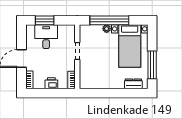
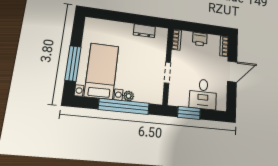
window: (45, 20) -> (189, 113), moved
window: (152, 65) -> (73, 63), moved
dresser: (133, 84) -> (144, 31), moved

